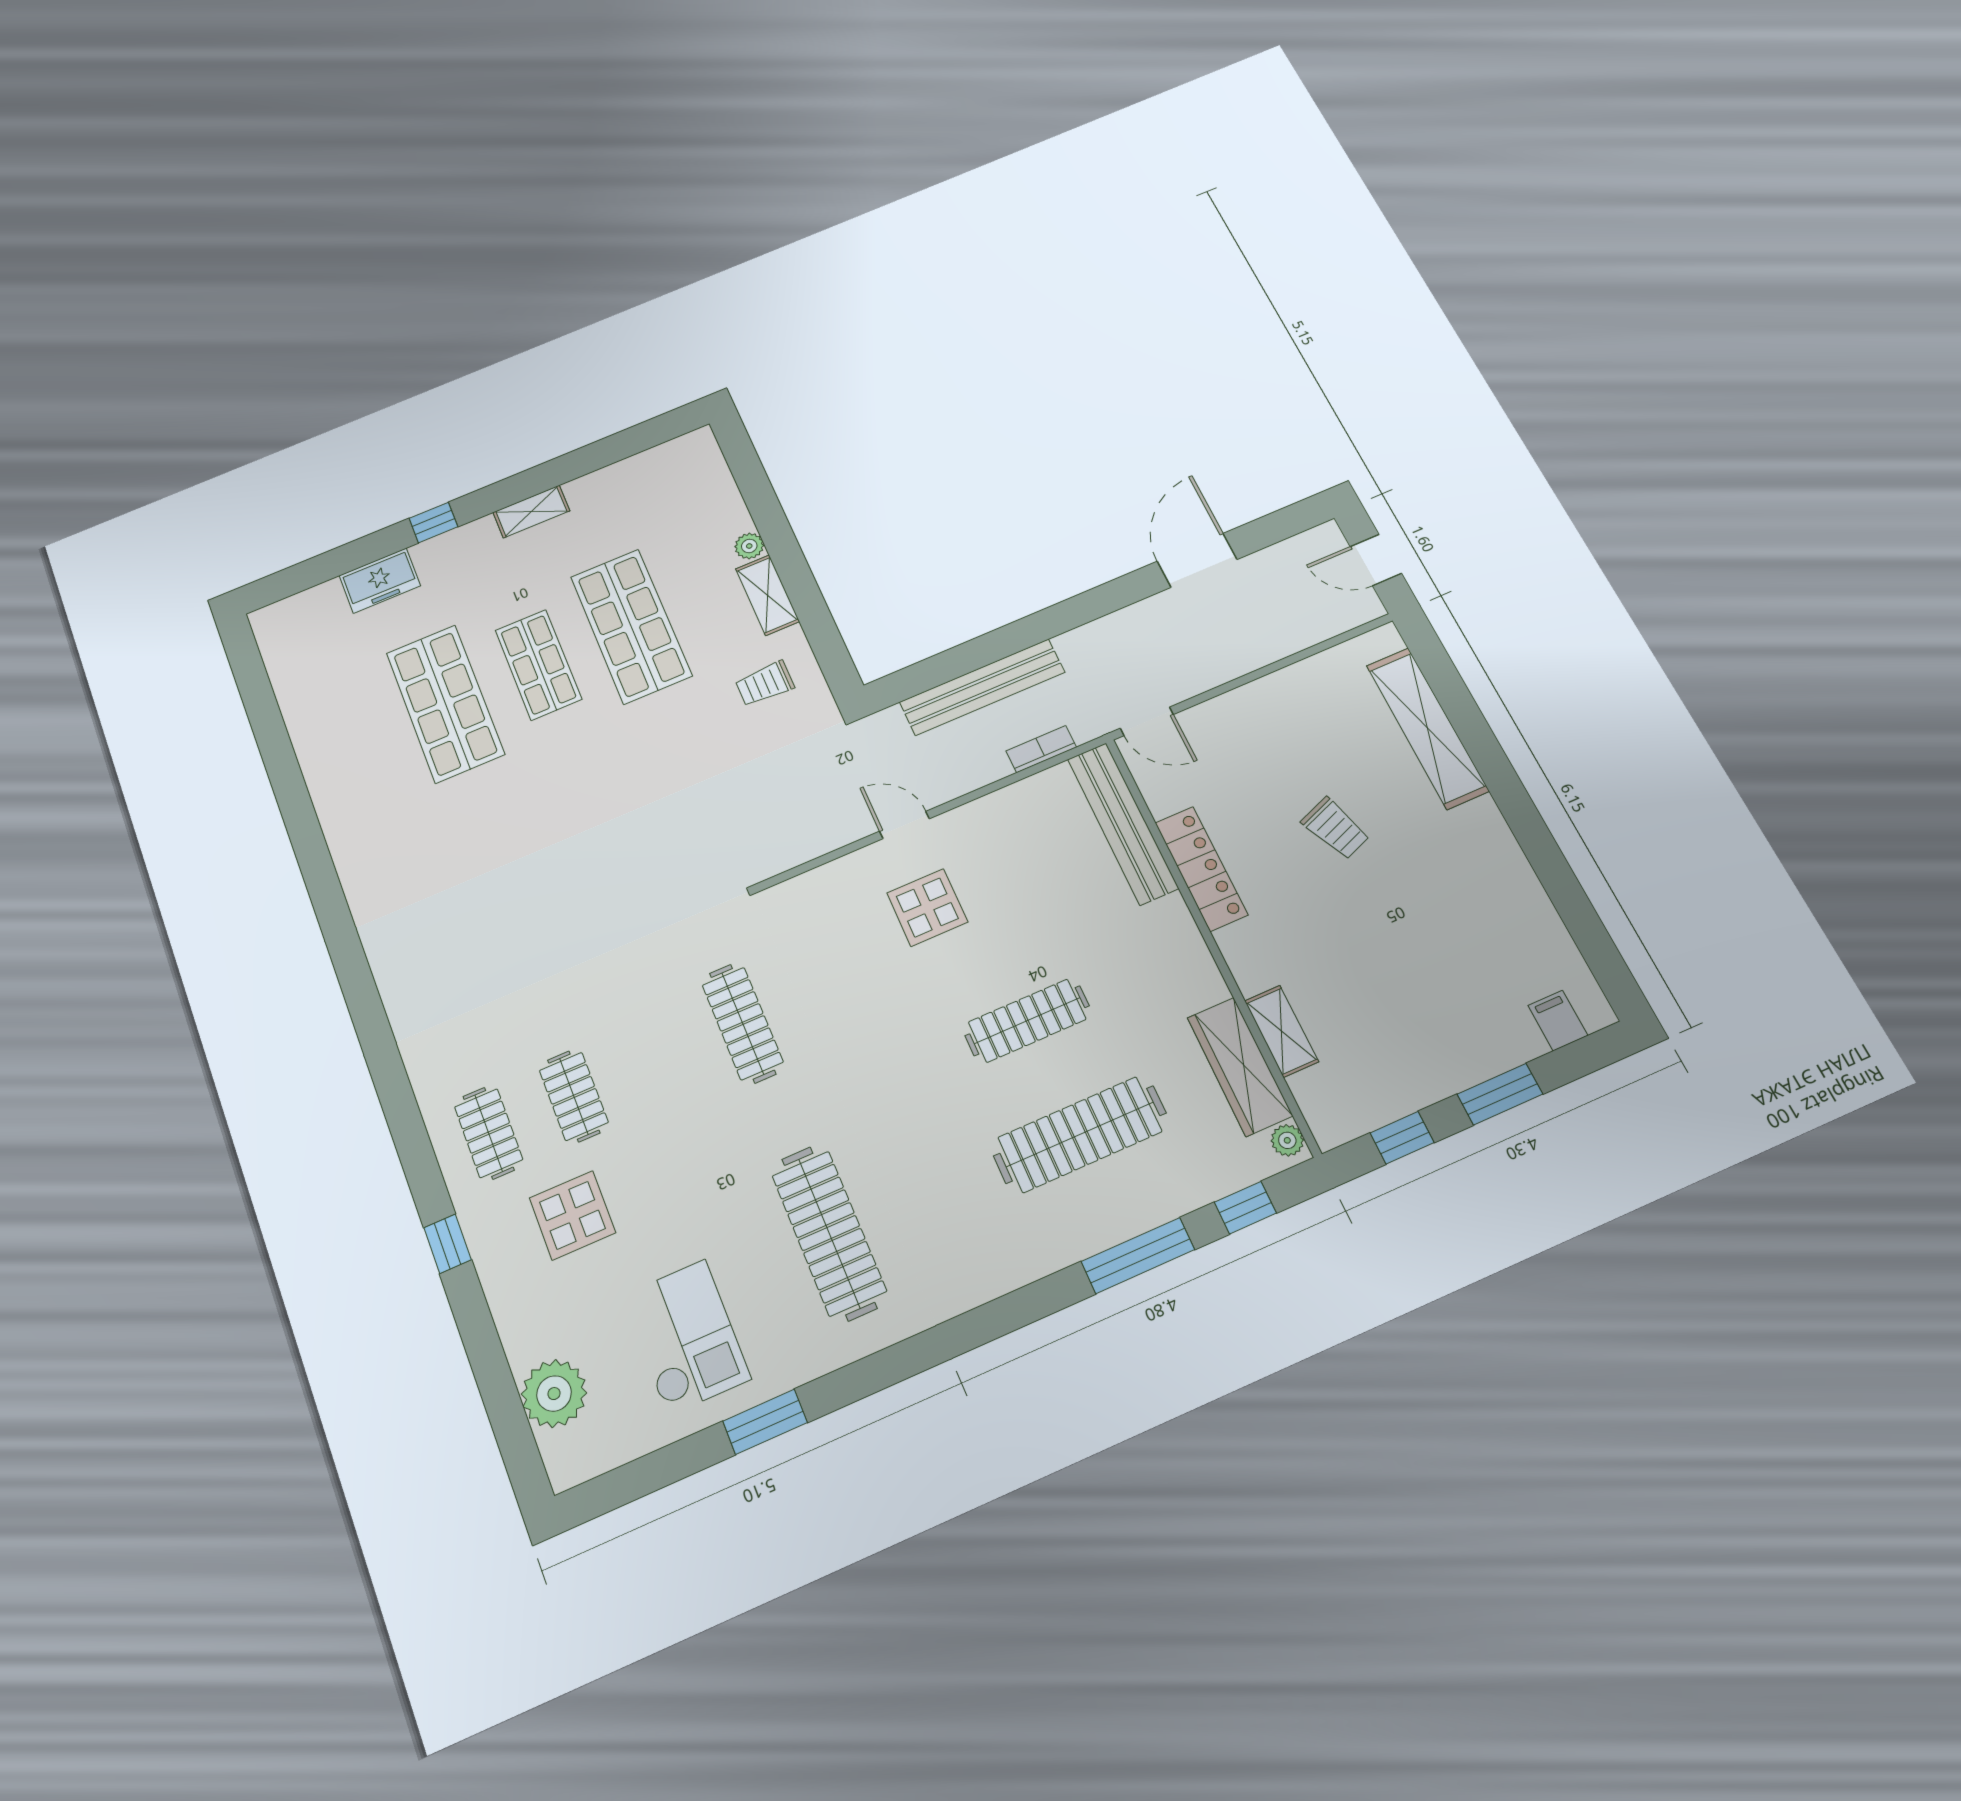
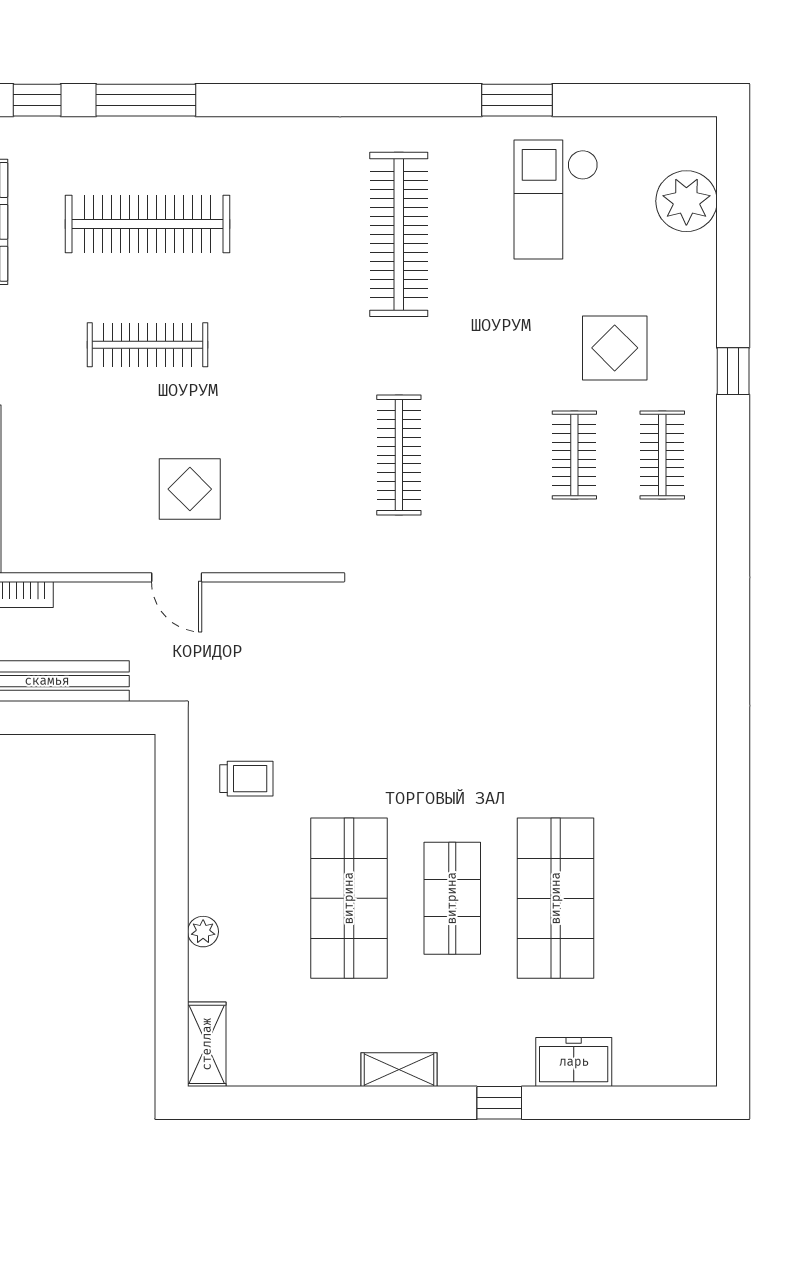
shelving: (767, 595) -> (207, 1044), moved

